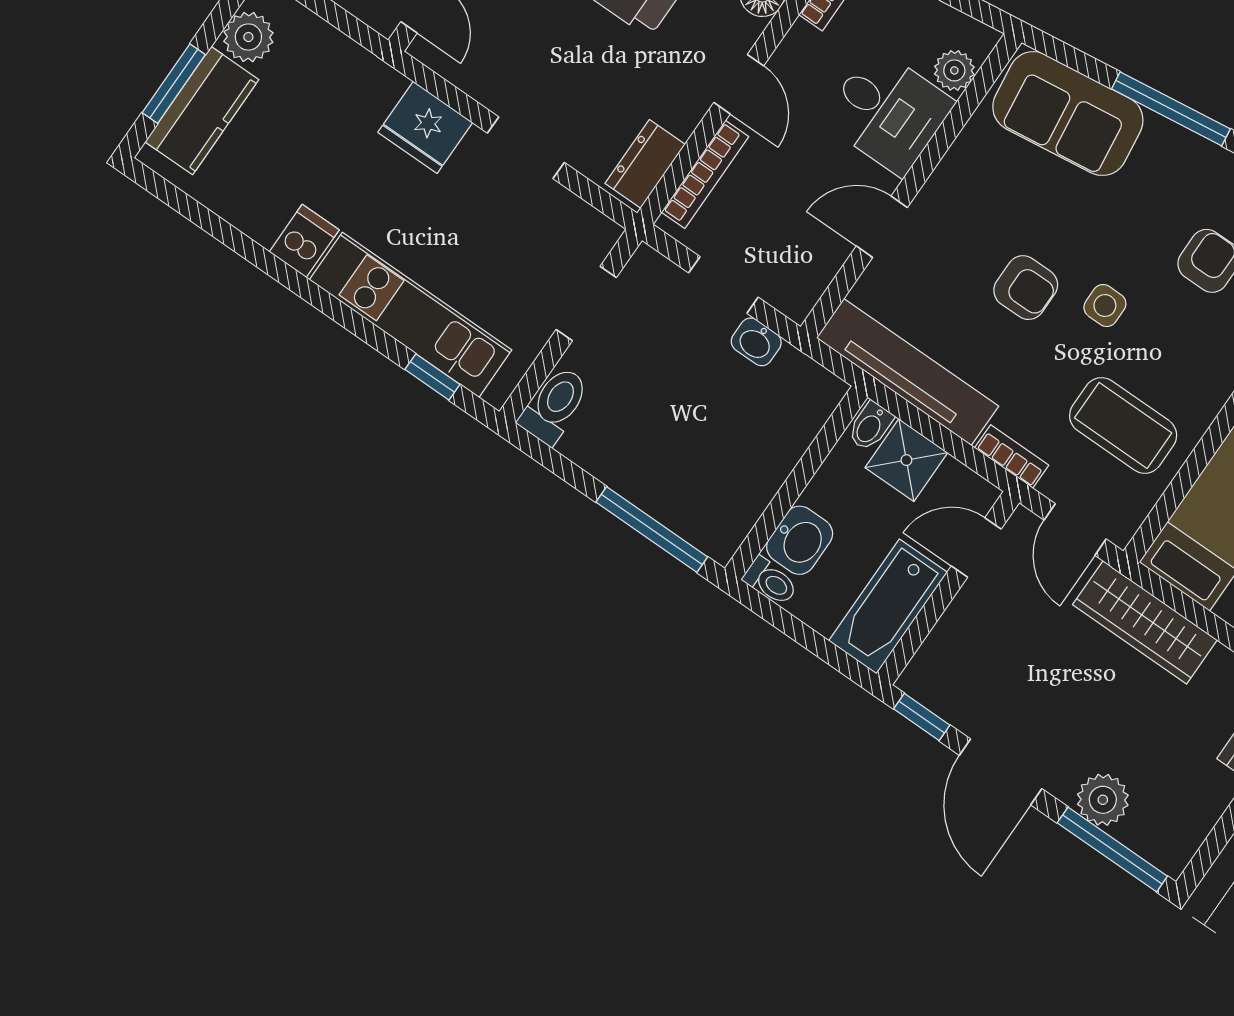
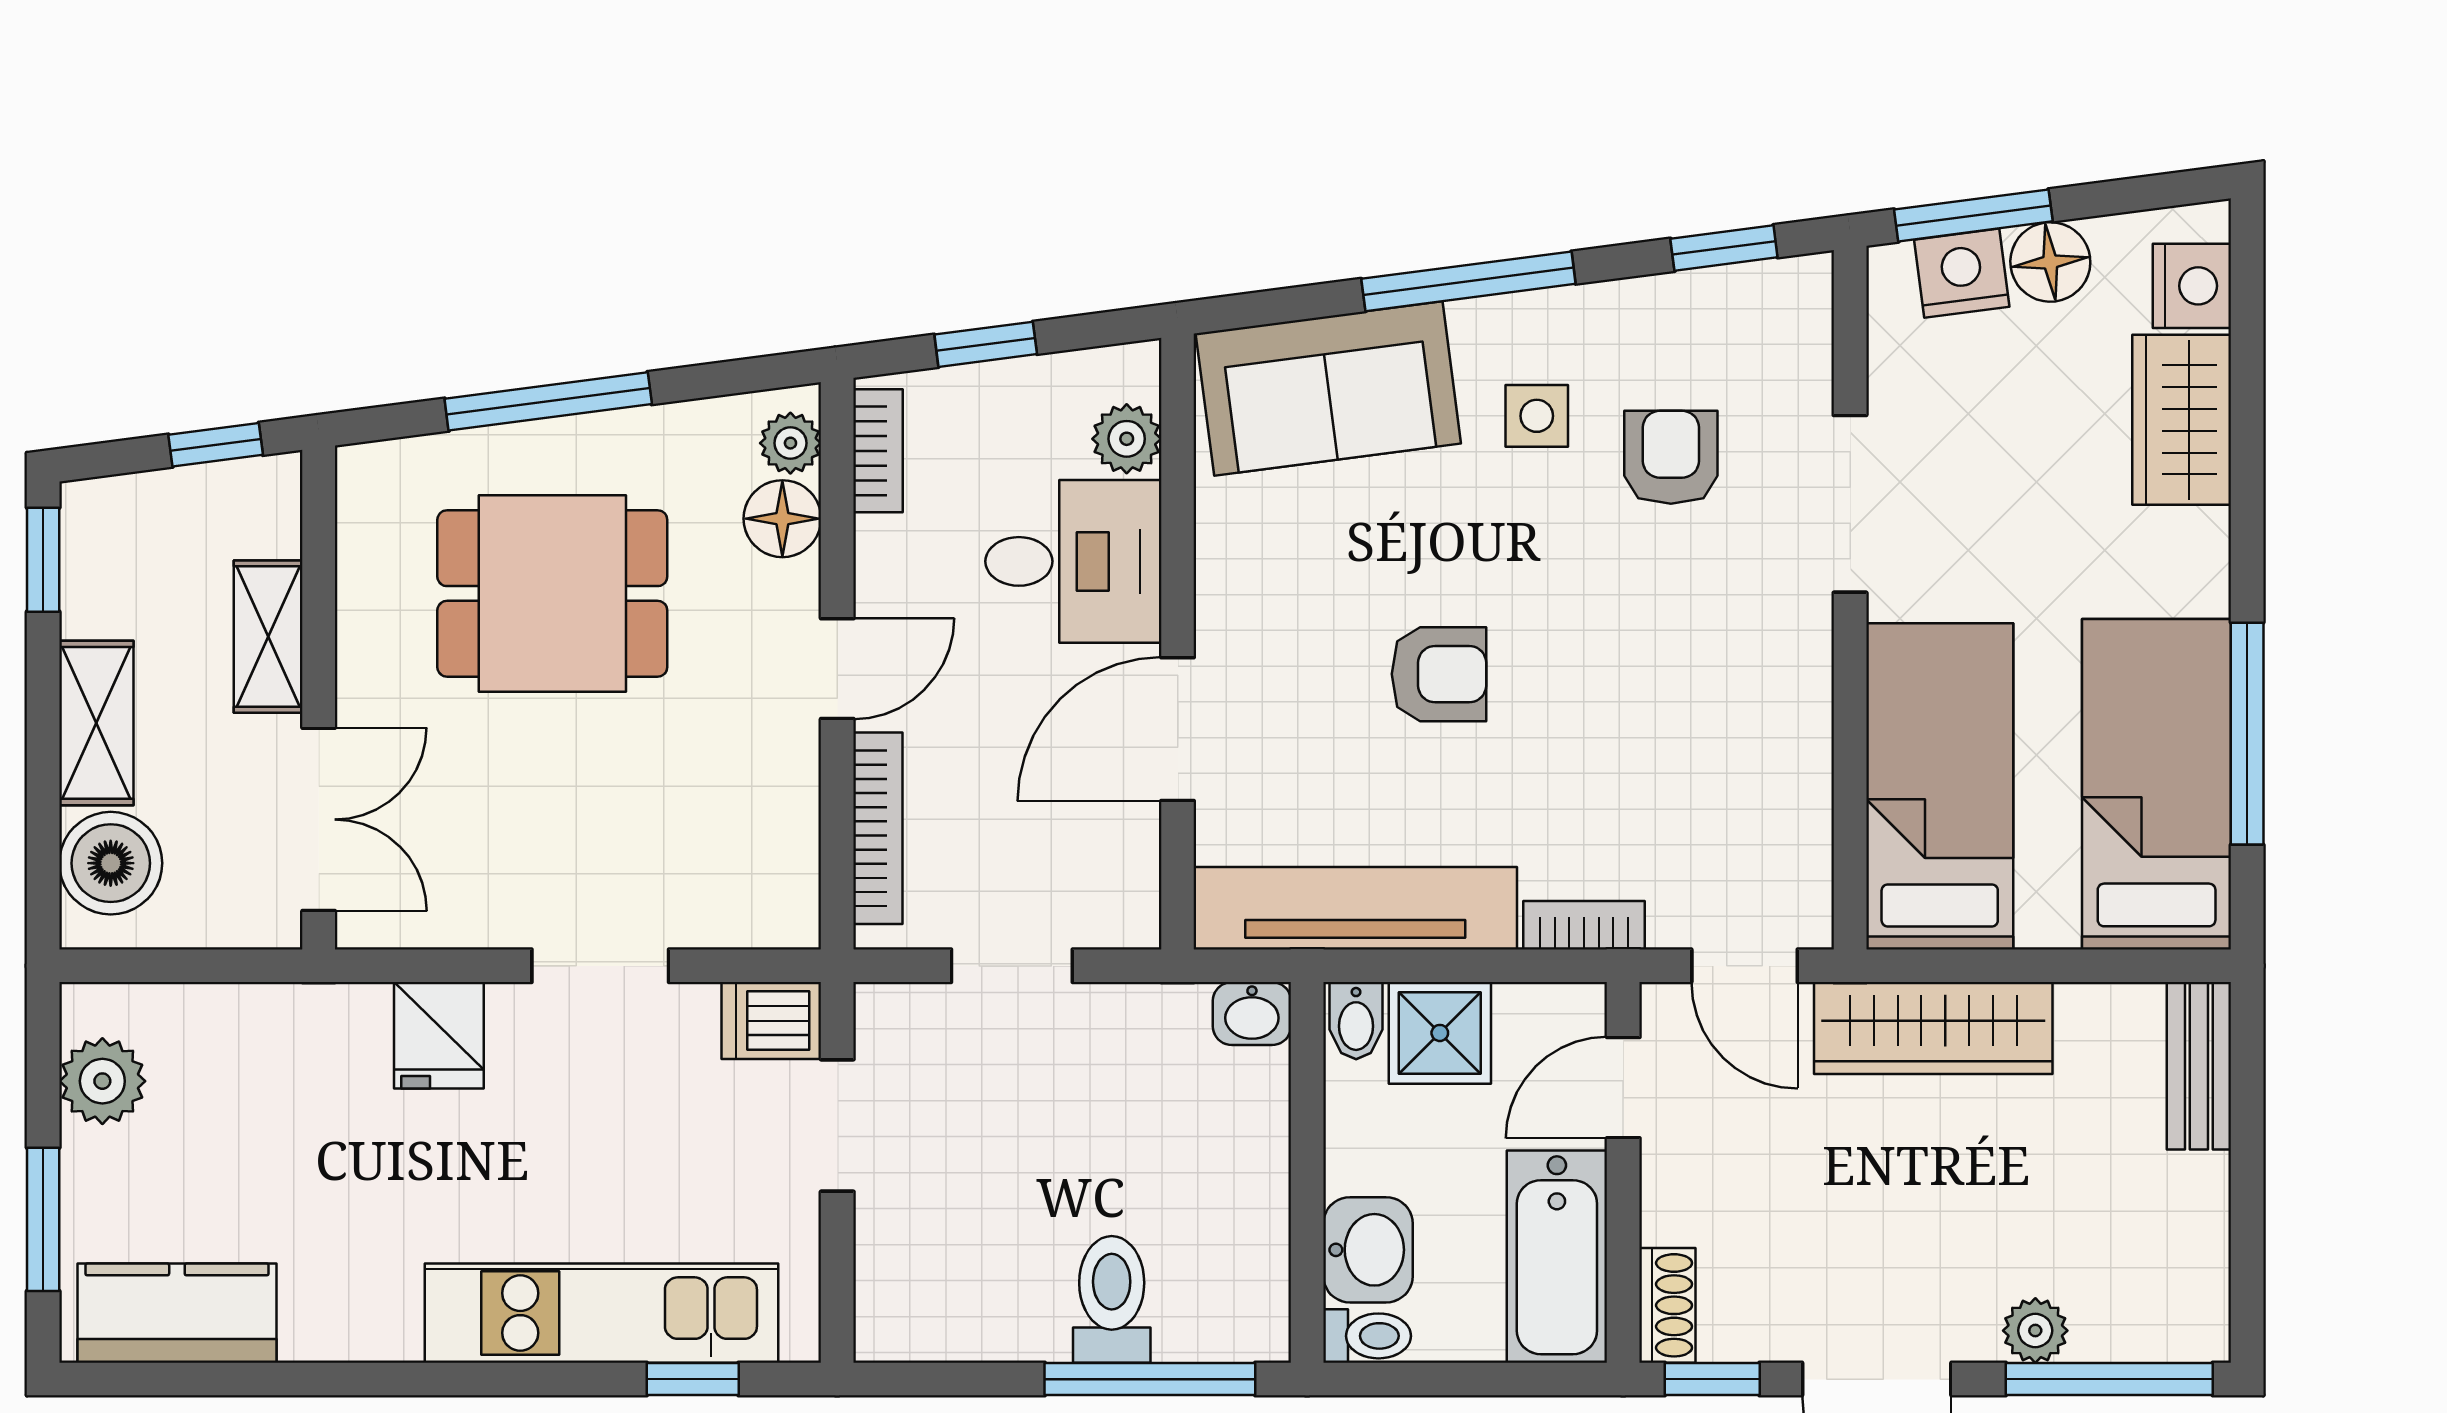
door: (739, 84) -> (837, 669), hinge flipped
kitchen counter: (202, 111) -> (177, 1313), moved, turned -90
fridge: (425, 127) -> (439, 1035), width x0.72
dresser: (645, 164) -> (784, 872), removed
door: (882, 227) -> (1178, 729), width x1.38
dishwasher: (304, 241) -> (771, 1021), moved, turned -90
side table: (1105, 306) -> (1537, 416), moved
washbasin: (756, 342) -> (1252, 1014), moved
toilet: (555, 405) -> (1112, 1299), moved
coffee table: (1123, 425) -> (1710, 773), removed
shoe rack: (925, 667) -> (1667, 1305), added
plant: (1103, 800) -> (2035, 1331), width x0.73, depth x0.73

